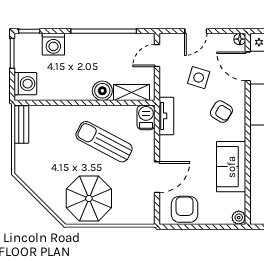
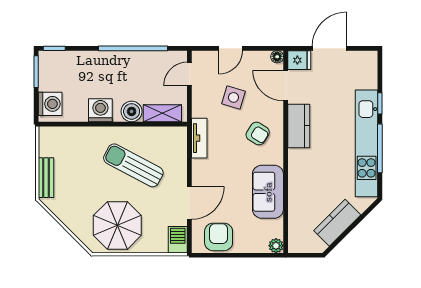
washing machine: (53, 44) -> (100, 110), moved, turned 180
barbecue: (146, 117) -> (178, 240), moved
bench: (21, 124) -> (46, 178), moved

